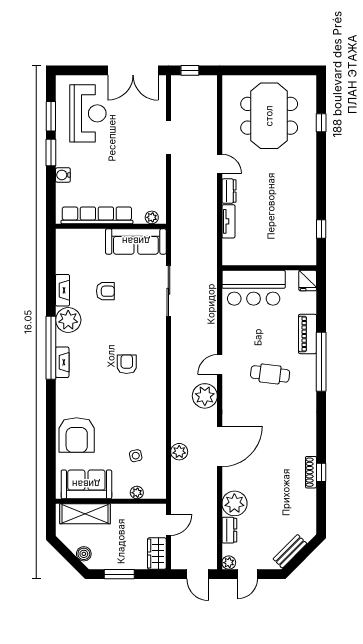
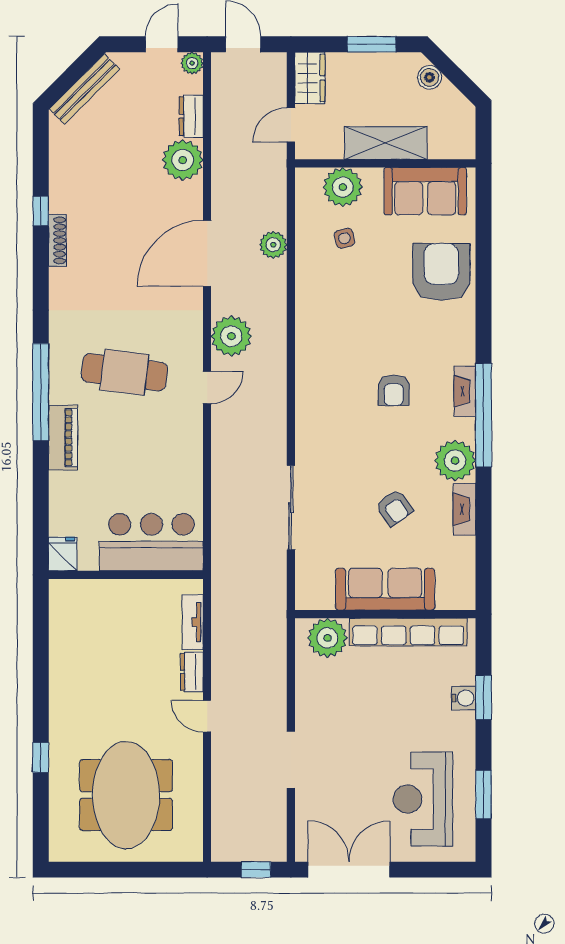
window: (321, 123) -> (41, 758), moved
window: (51, 153) -> (484, 697), moved
plant: (152, 217) -> (327, 638), width x1.87, depth x1.87
window: (321, 229) -> (41, 610), removed
sofa: (136, 241) -> (385, 589), moved
wall: (269, 268) -> (126, 575), moved
fridge: (308, 281) -> (63, 554), moved
bar counter: (254, 288) -> (151, 542), moved
armchair: (105, 291) -> (394, 508), turned -126
armchair: (127, 364) -> (394, 390), moved
cafe table: (270, 374) -> (124, 372), width x1.37, depth x1.35
shoe rack: (311, 472) -> (57, 240), moved
plant: (137, 493) -> (343, 187), width x1.88, depth x1.88
shelving: (85, 514) -> (386, 143), moved
bench: (290, 551) -> (84, 89), width x1.36

